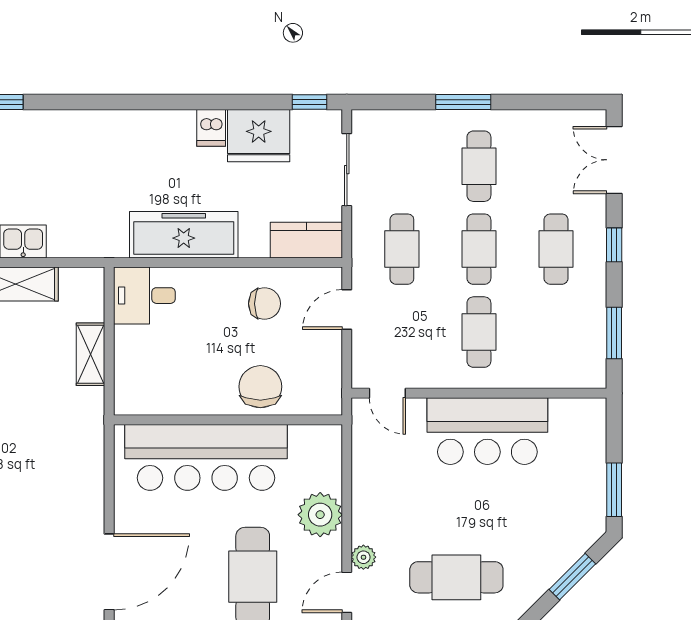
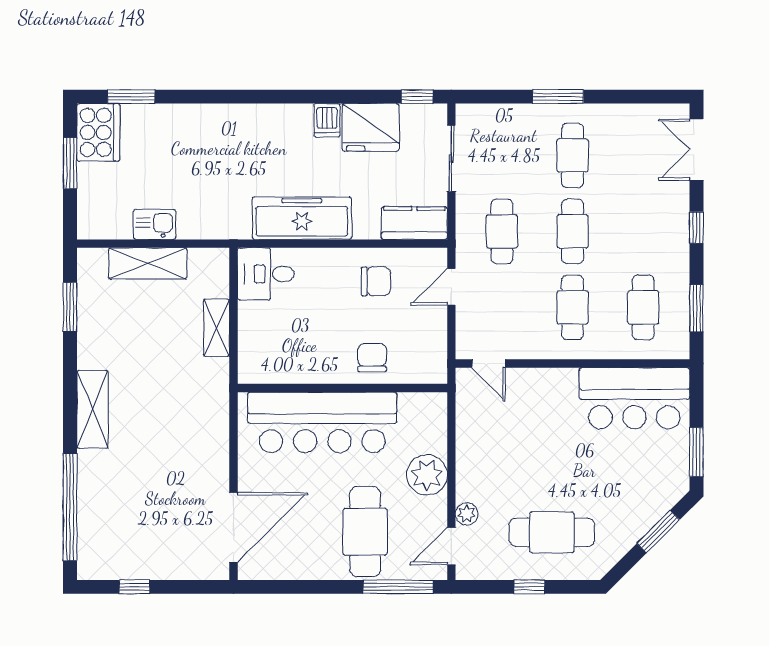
cafe table: (556, 249) -> (643, 307), moved
chair: (260, 387) -> (372, 358), width x0.73, depth x0.73
bar counter: (487, 431) -> (634, 398), moved

